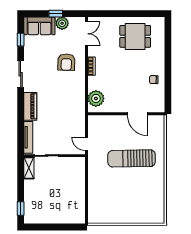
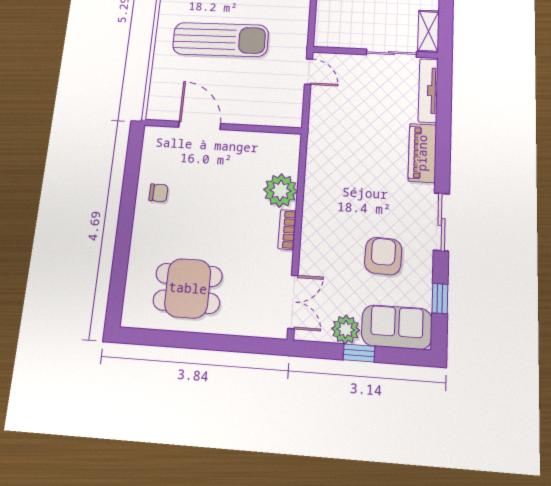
double door: (87, 34) -> (293, 302), swing flipped
armchair: (66, 62) -> (383, 256), moved
plant: (96, 98) -> (280, 191), moved

